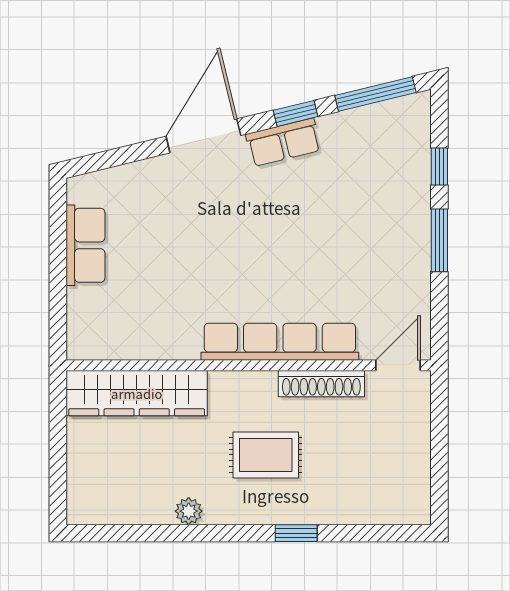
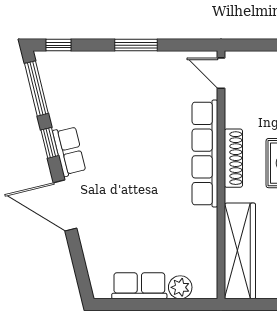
window: (439, 167) -> (59, 45), moved
plant: (83, 305) -> (180, 287), added
shoe rack: (321, 384) -> (233, 158), moved

